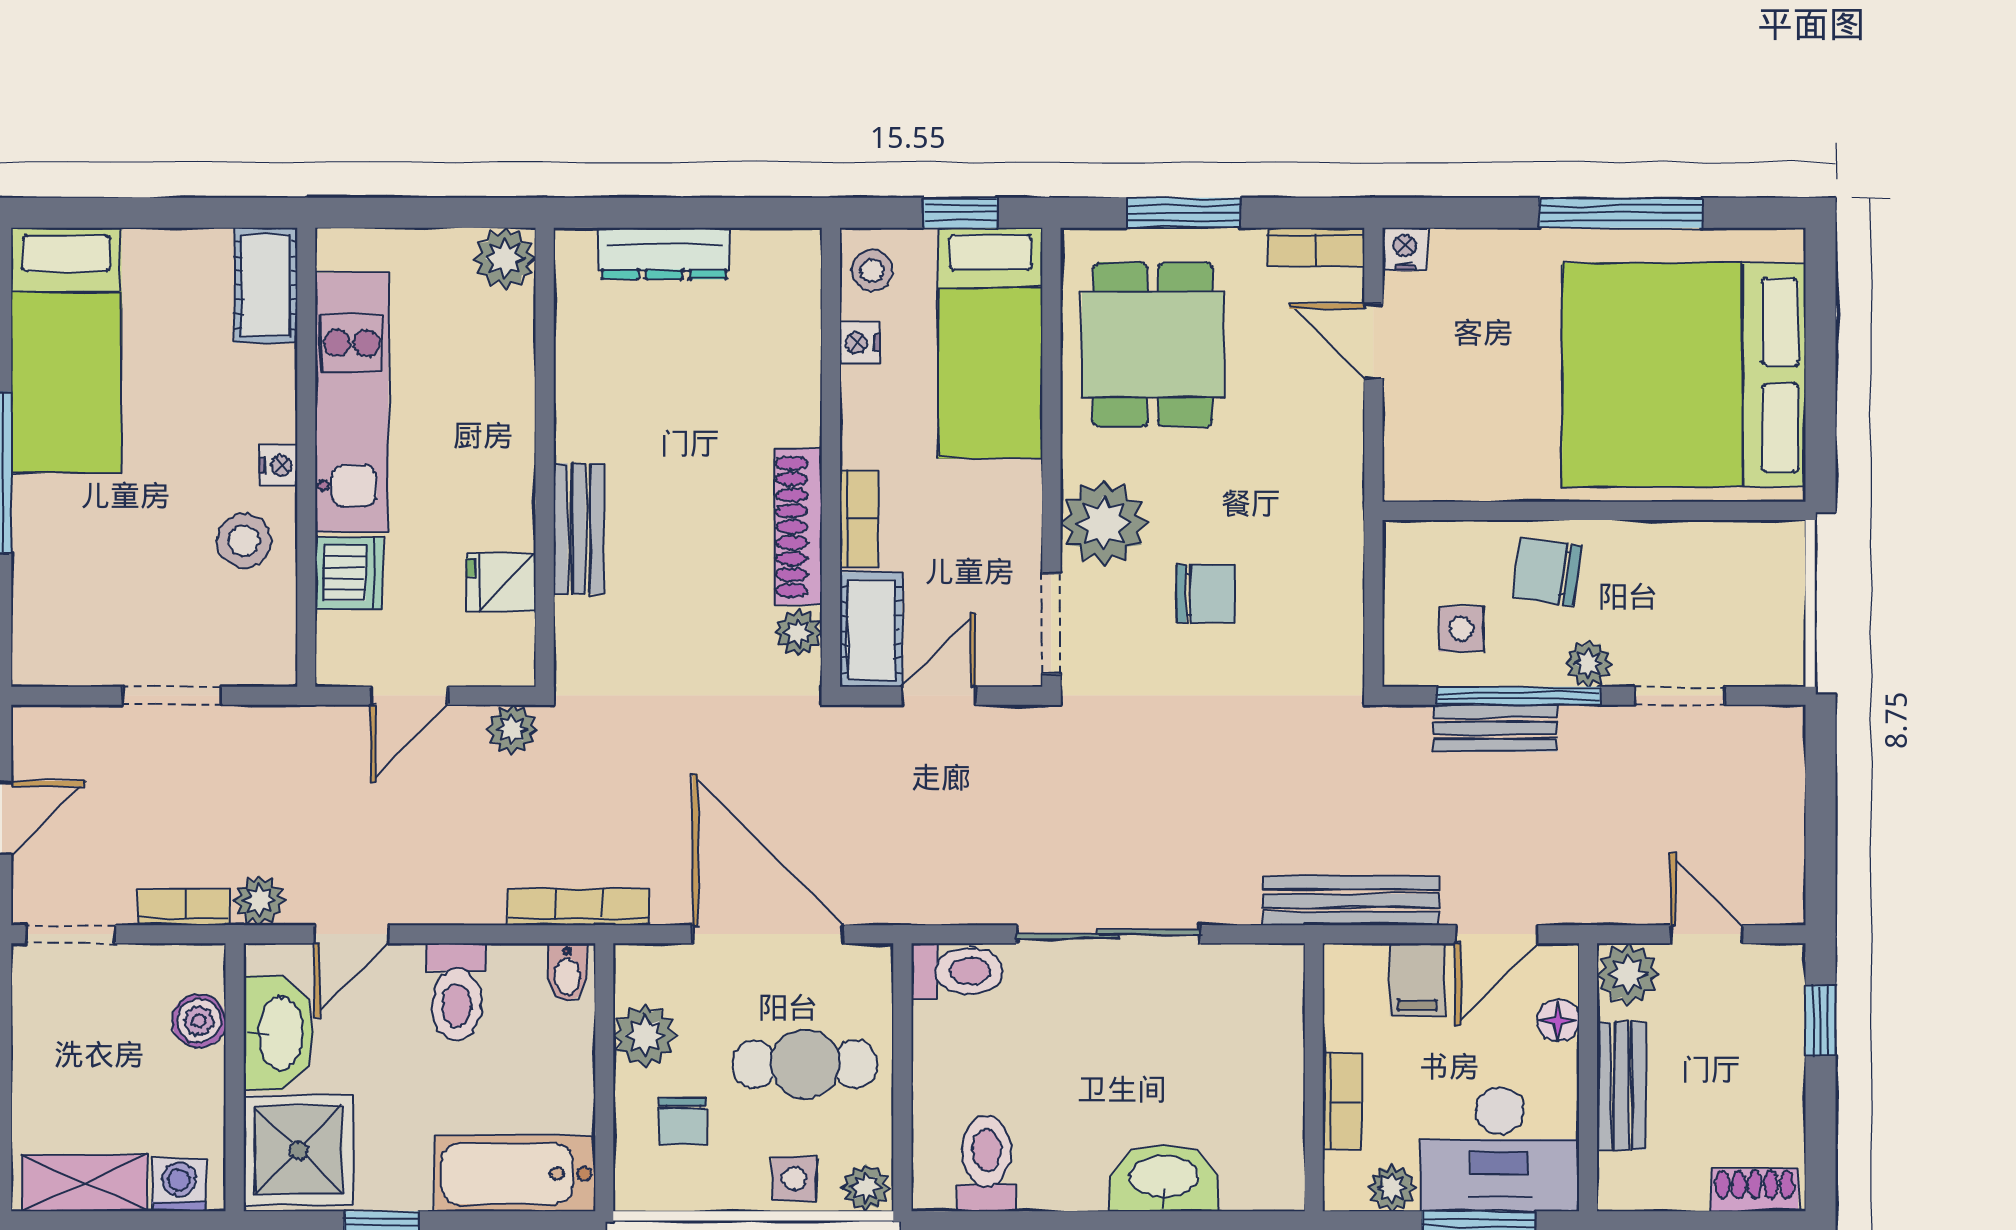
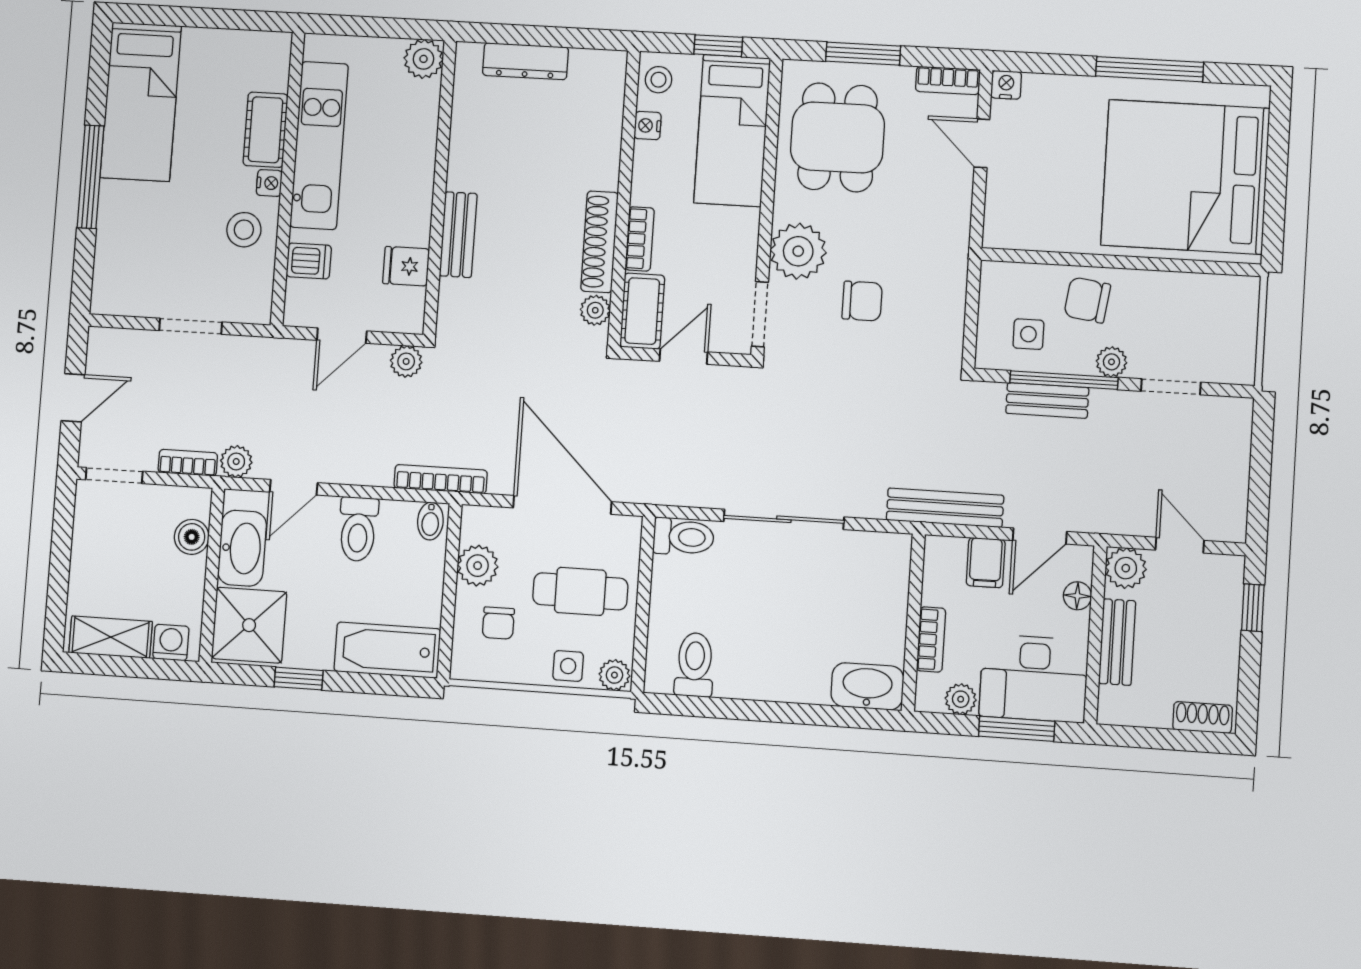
cot: (266, 285) -> (266, 130), moved
dishwasher: (349, 573) -> (309, 261), width x0.73
washbasin: (1164, 1178) -> (867, 686), moved

